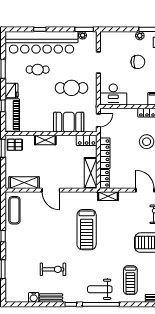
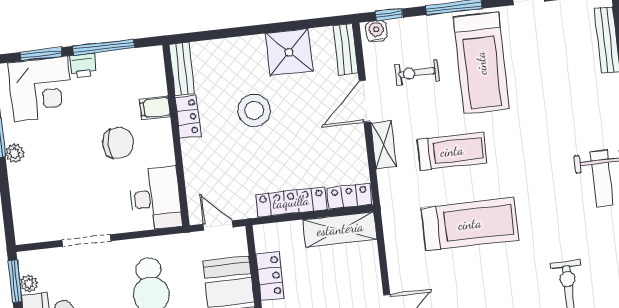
chair: (138, 62) -> (118, 143), moved, turned 90
locker: (87, 140) -> (270, 276), moved
shelving: (108, 196) -> (384, 145), moved
treadmill: (130, 280) -> (452, 151), moved

